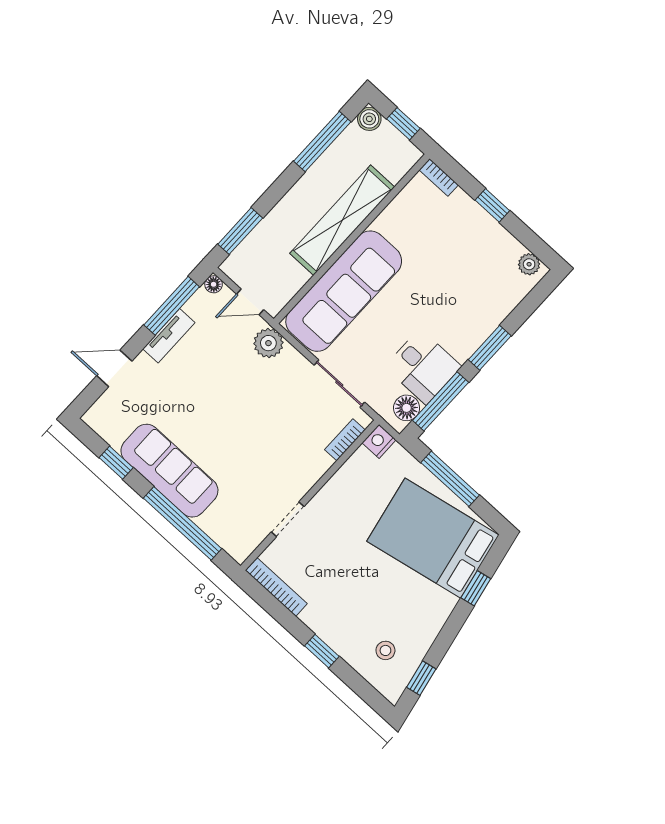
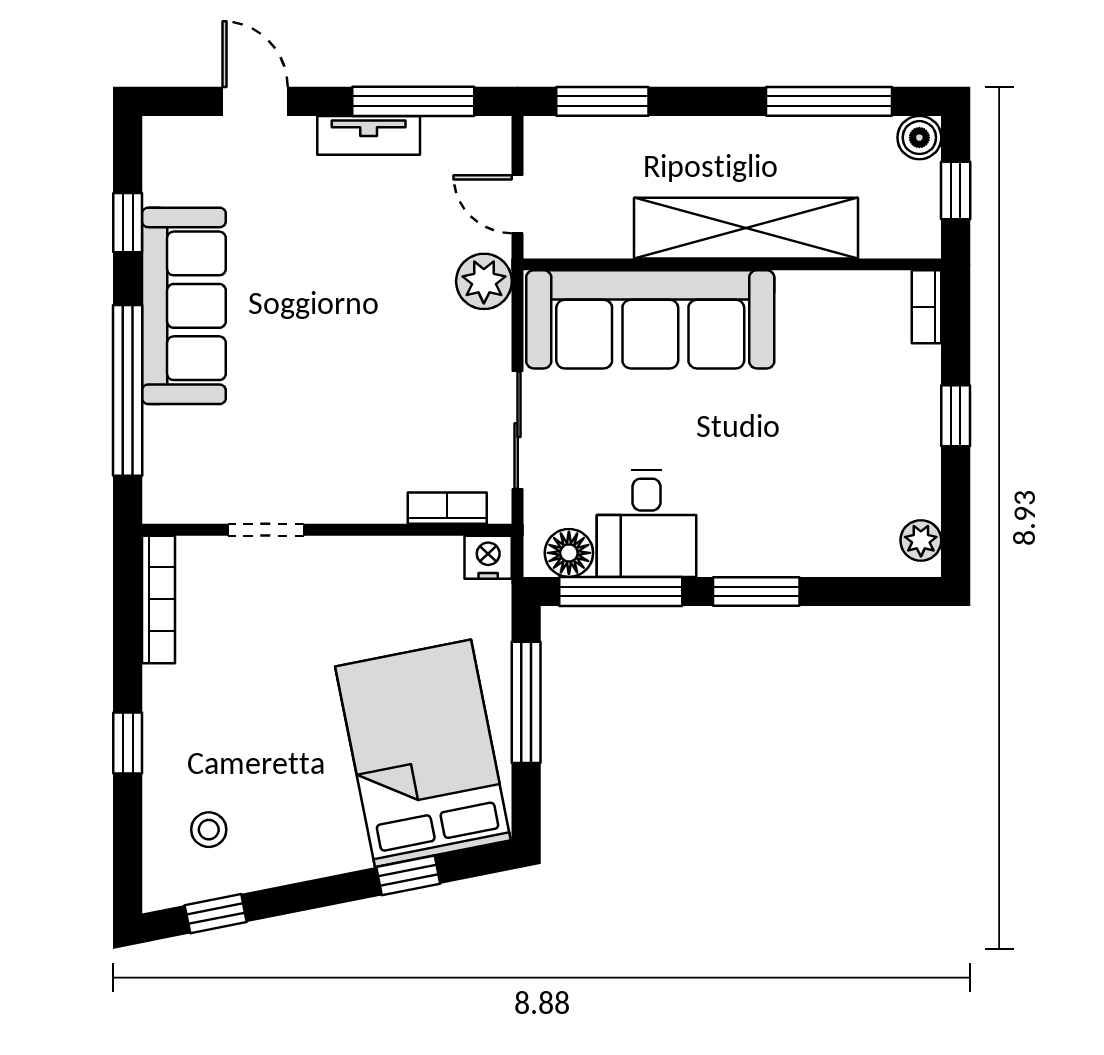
floor lamp: (214, 284) -> (496, 132), removed

